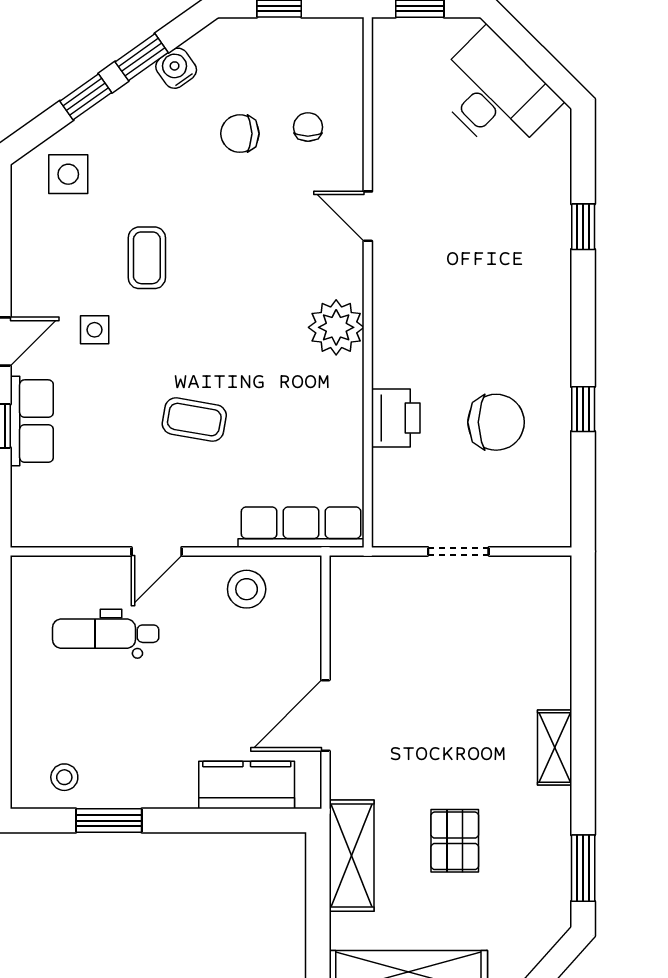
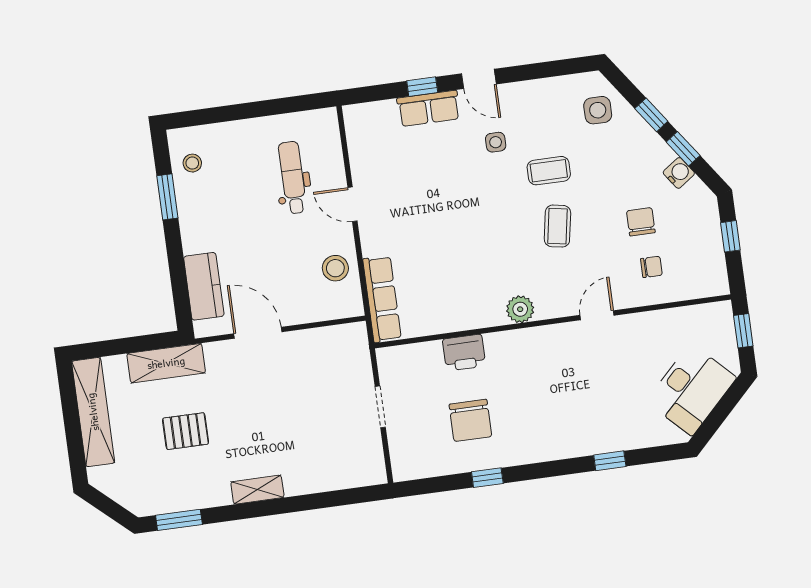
plant: (336, 327) -> (520, 309), width x0.73, depth x0.73
coffee table: (194, 420) -> (557, 226), moved

